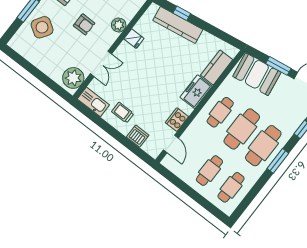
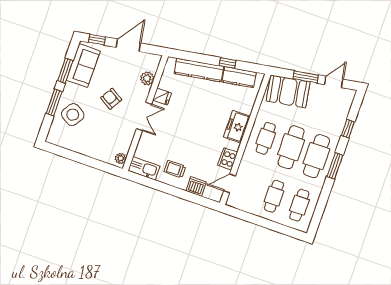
window: (182, 13) -> (228, 63), moved
armchair: (84, 24) -> (111, 99), turned -149
plant: (119, 25) -> (147, 78), moved
double door: (101, 64) -> (144, 116), moved
kitchen counter: (217, 67) -> (239, 77), moved, turned -99
plant: (73, 78) -> (121, 158), width x0.53, depth x0.53
door: (171, 144) -> (230, 183), swing flipped

